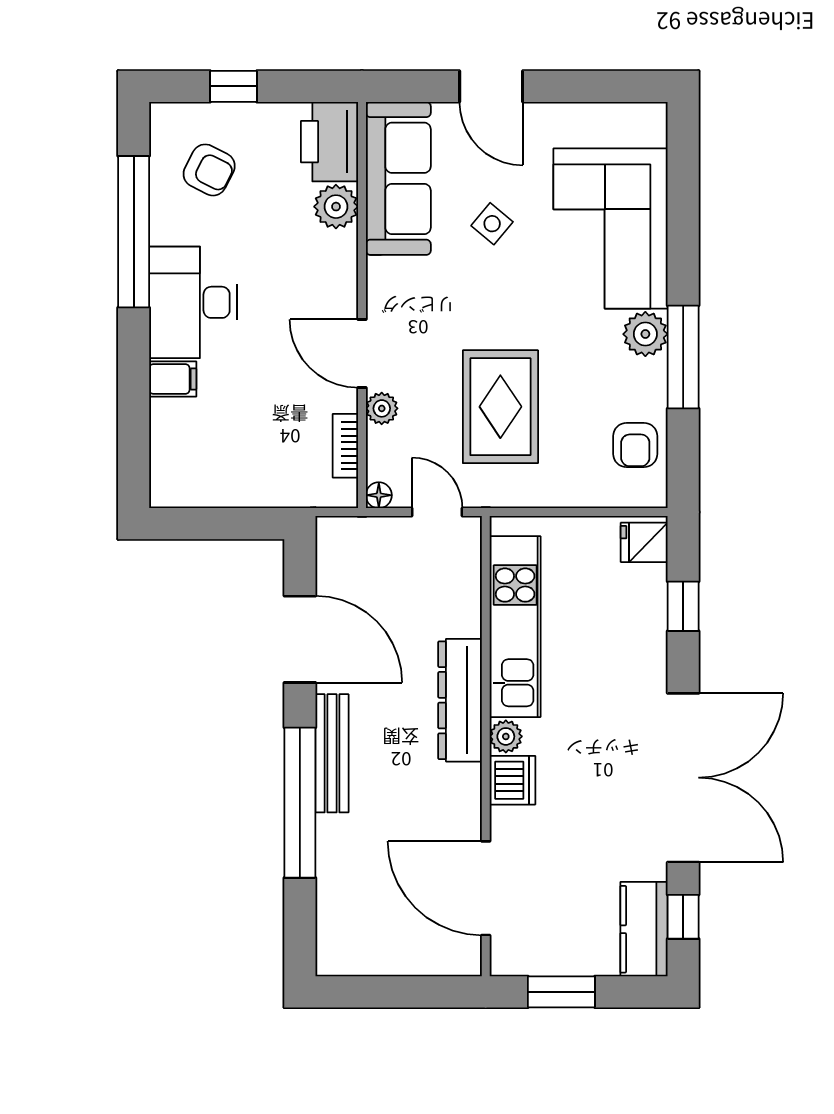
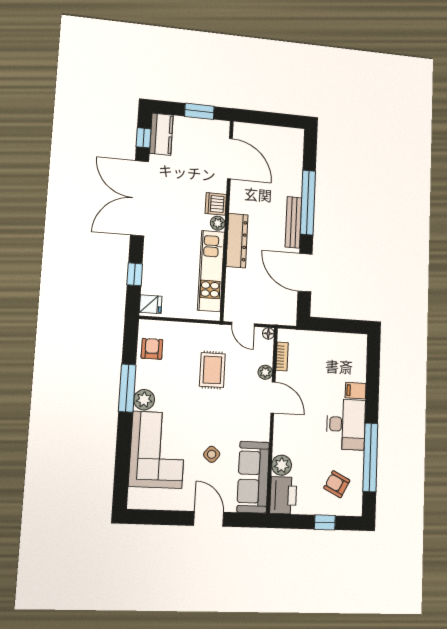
rug: (500, 407) -> (212, 370), width x0.73, depth x0.70

